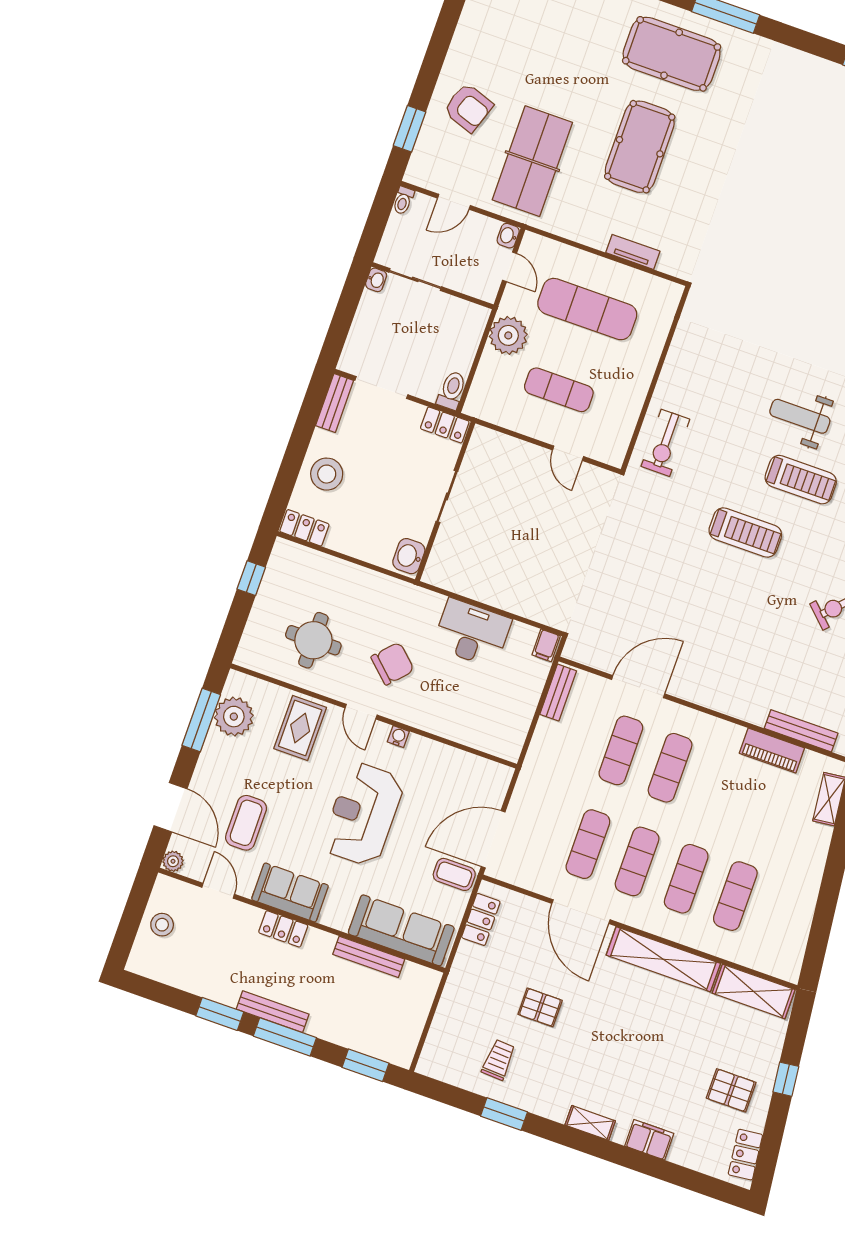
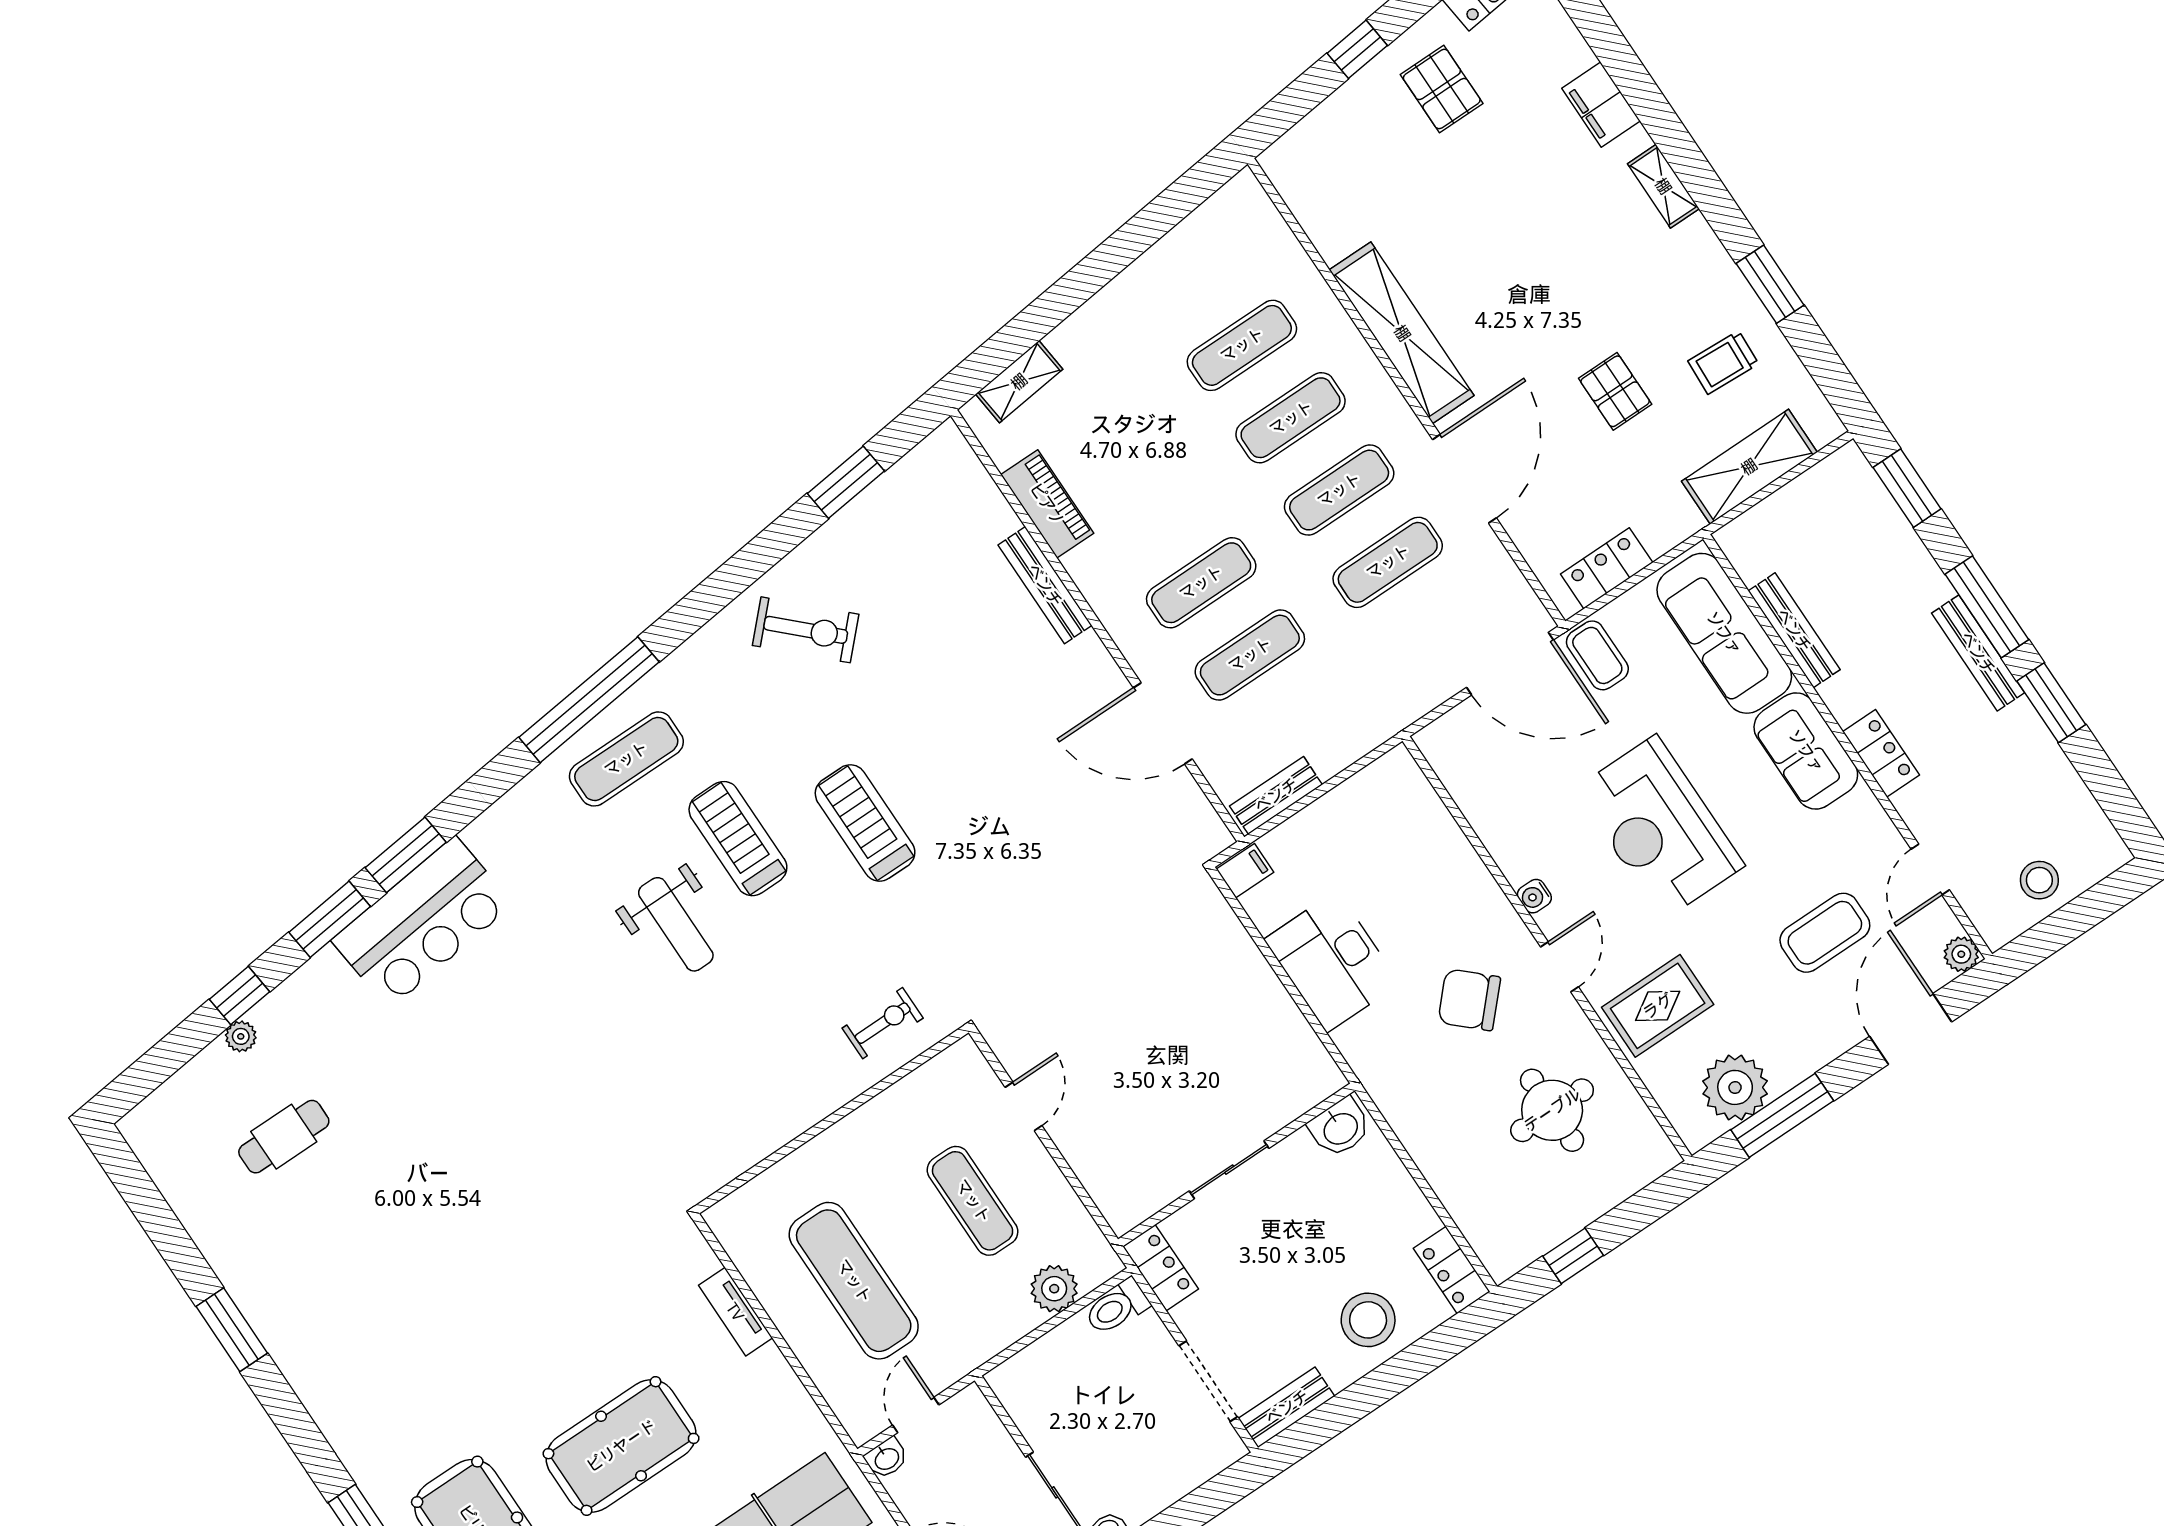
plant: (508, 335) -> (1054, 1289), moved, width x0.73, depth x0.73
exercise bike: (665, 443) -> (883, 1023), width x0.73, depth x0.72
bench: (801, 731) -> (1045, 585), moved
reception desk: (363, 814) -> (1660, 827), turned 90
sofa: (290, 893) -> (1806, 751), moved
shelving: (754, 991) -> (1749, 467), moved, turned 90

